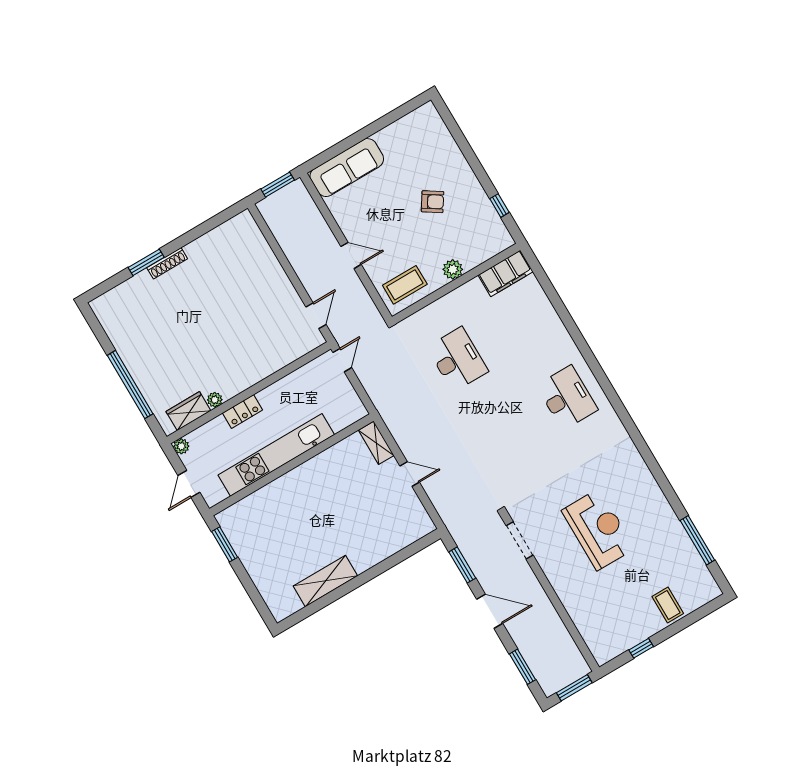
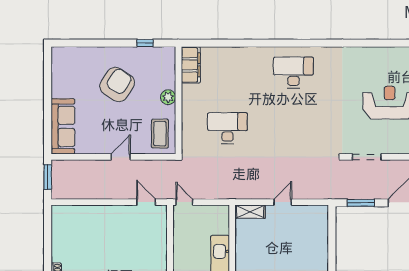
armchair: (433, 202) -> (117, 84), width x1.88, depth x1.88

